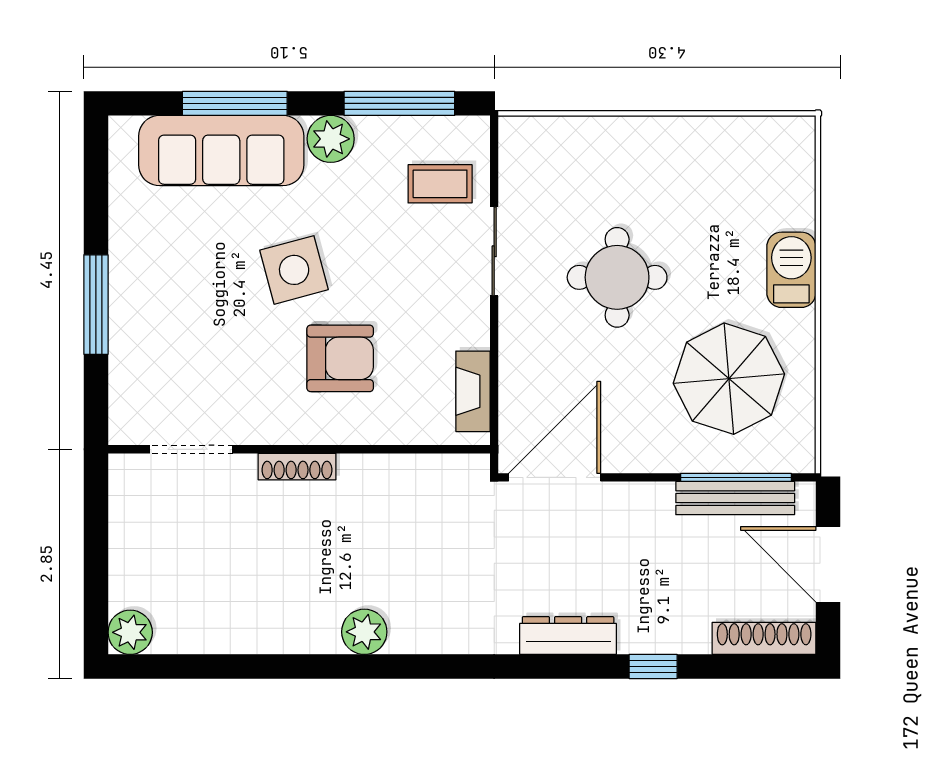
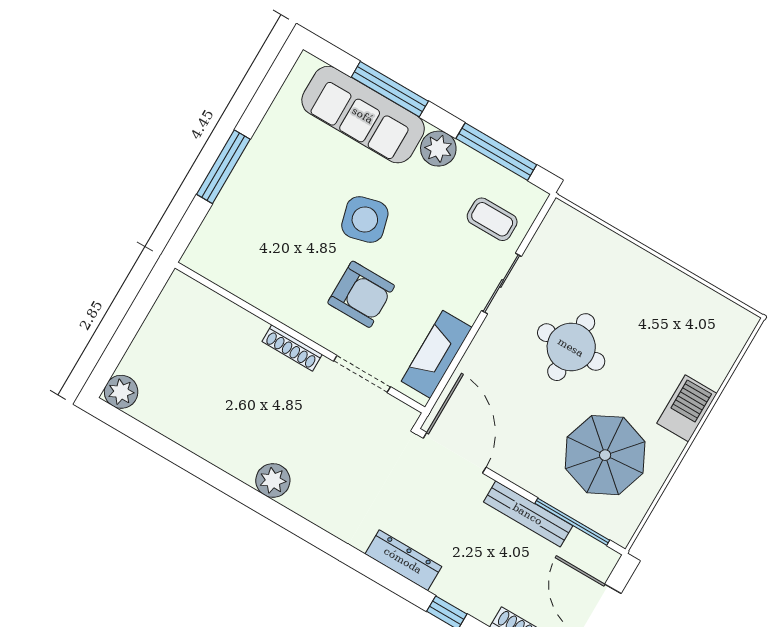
fireplace: (473, 391) -> (437, 354), width x1.37, depth x1.32
doorway: (191, 449) -> (362, 374), moved
door: (555, 477) -> (455, 453), hinge flipped
bench: (735, 498) -> (528, 514), moved

